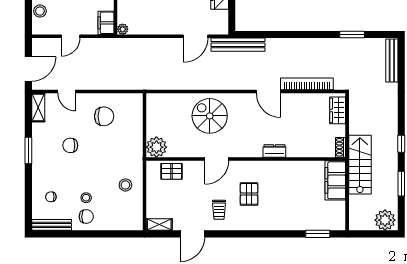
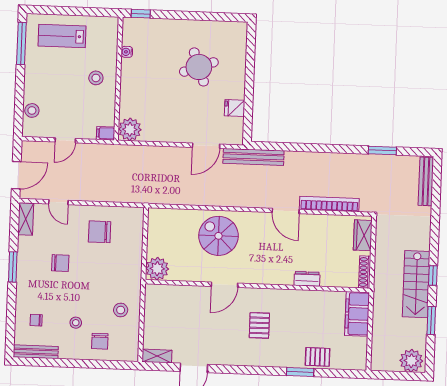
filing cabinet: (106, 23) -> (106, 133), width x0.50
plant: (123, 29) -> (130, 129), width x1.88, depth x1.88
chair: (104, 116) -> (100, 232), turned 180
chair: (70, 145) -> (60, 263), turned 180
shoe rack: (341, 147) -> (365, 272), width x1.43
dresser: (274, 151) -> (307, 279), moved
stairs: (360, 165) -> (416, 284), moved, turned 180
pallet: (172, 171) -> (318, 357), moved
trolley: (219, 210) -> (225, 342), removed
chair: (86, 217) -> (100, 341), moved, turned 90
window: (318, 234) -> (300, 372), moved

